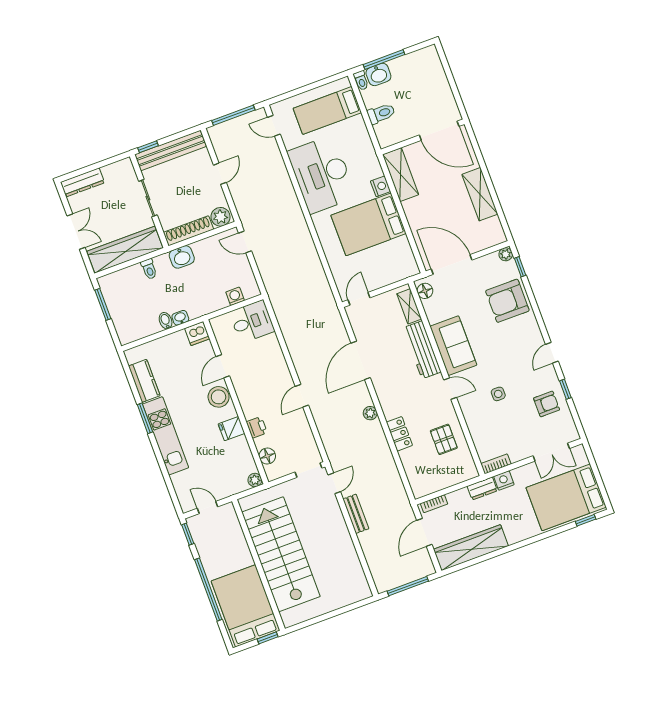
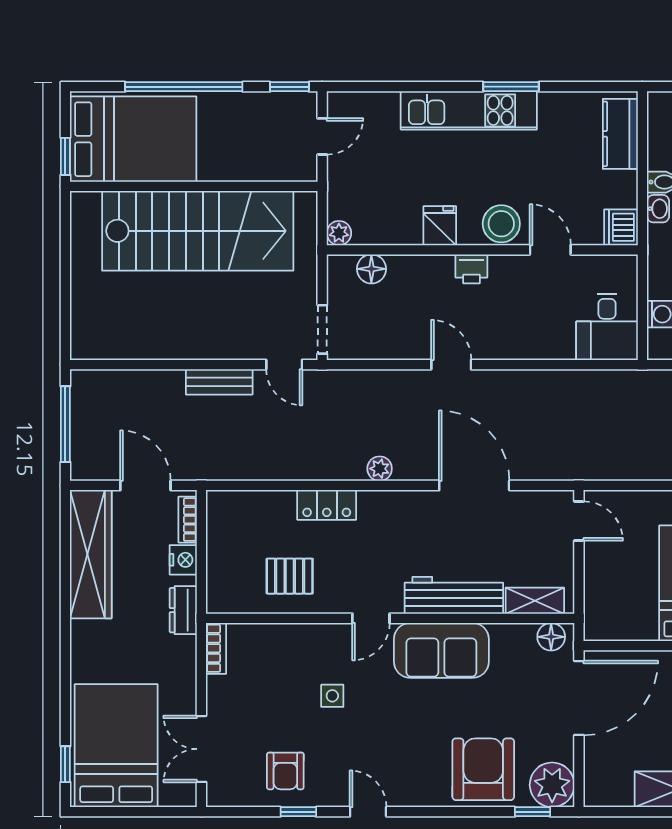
plant: (506, 254) -> (552, 785), width x1.87, depth x1.87
kitchen counter: (144, 381) -> (620, 134), moved, turned 90
printer: (257, 427) -> (471, 269), moved
nightstand: (504, 480) -> (183, 560), moved

